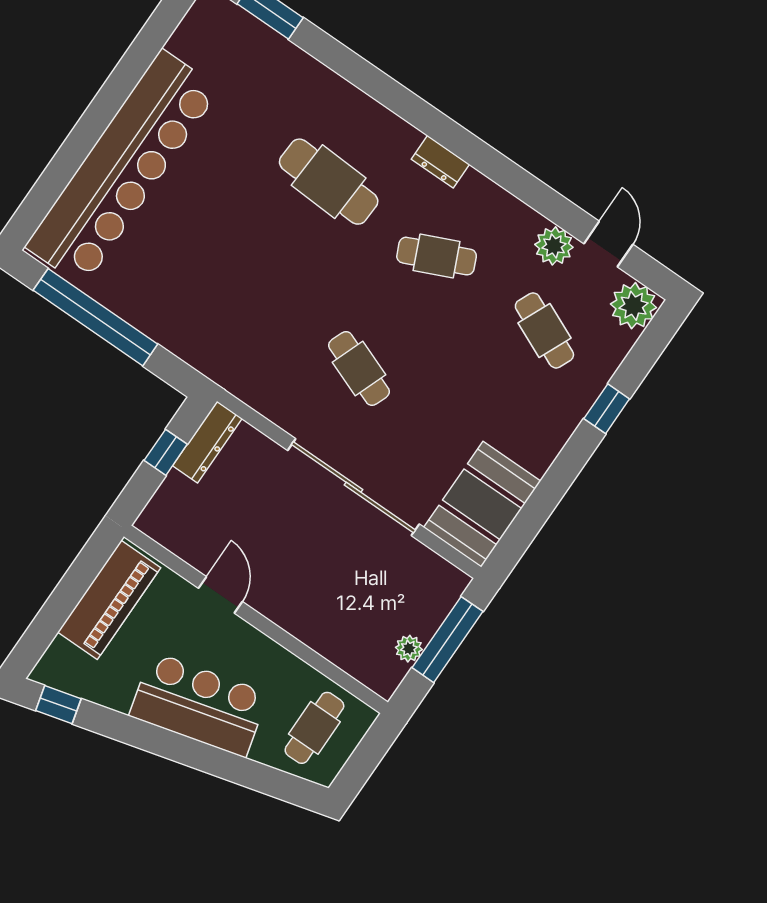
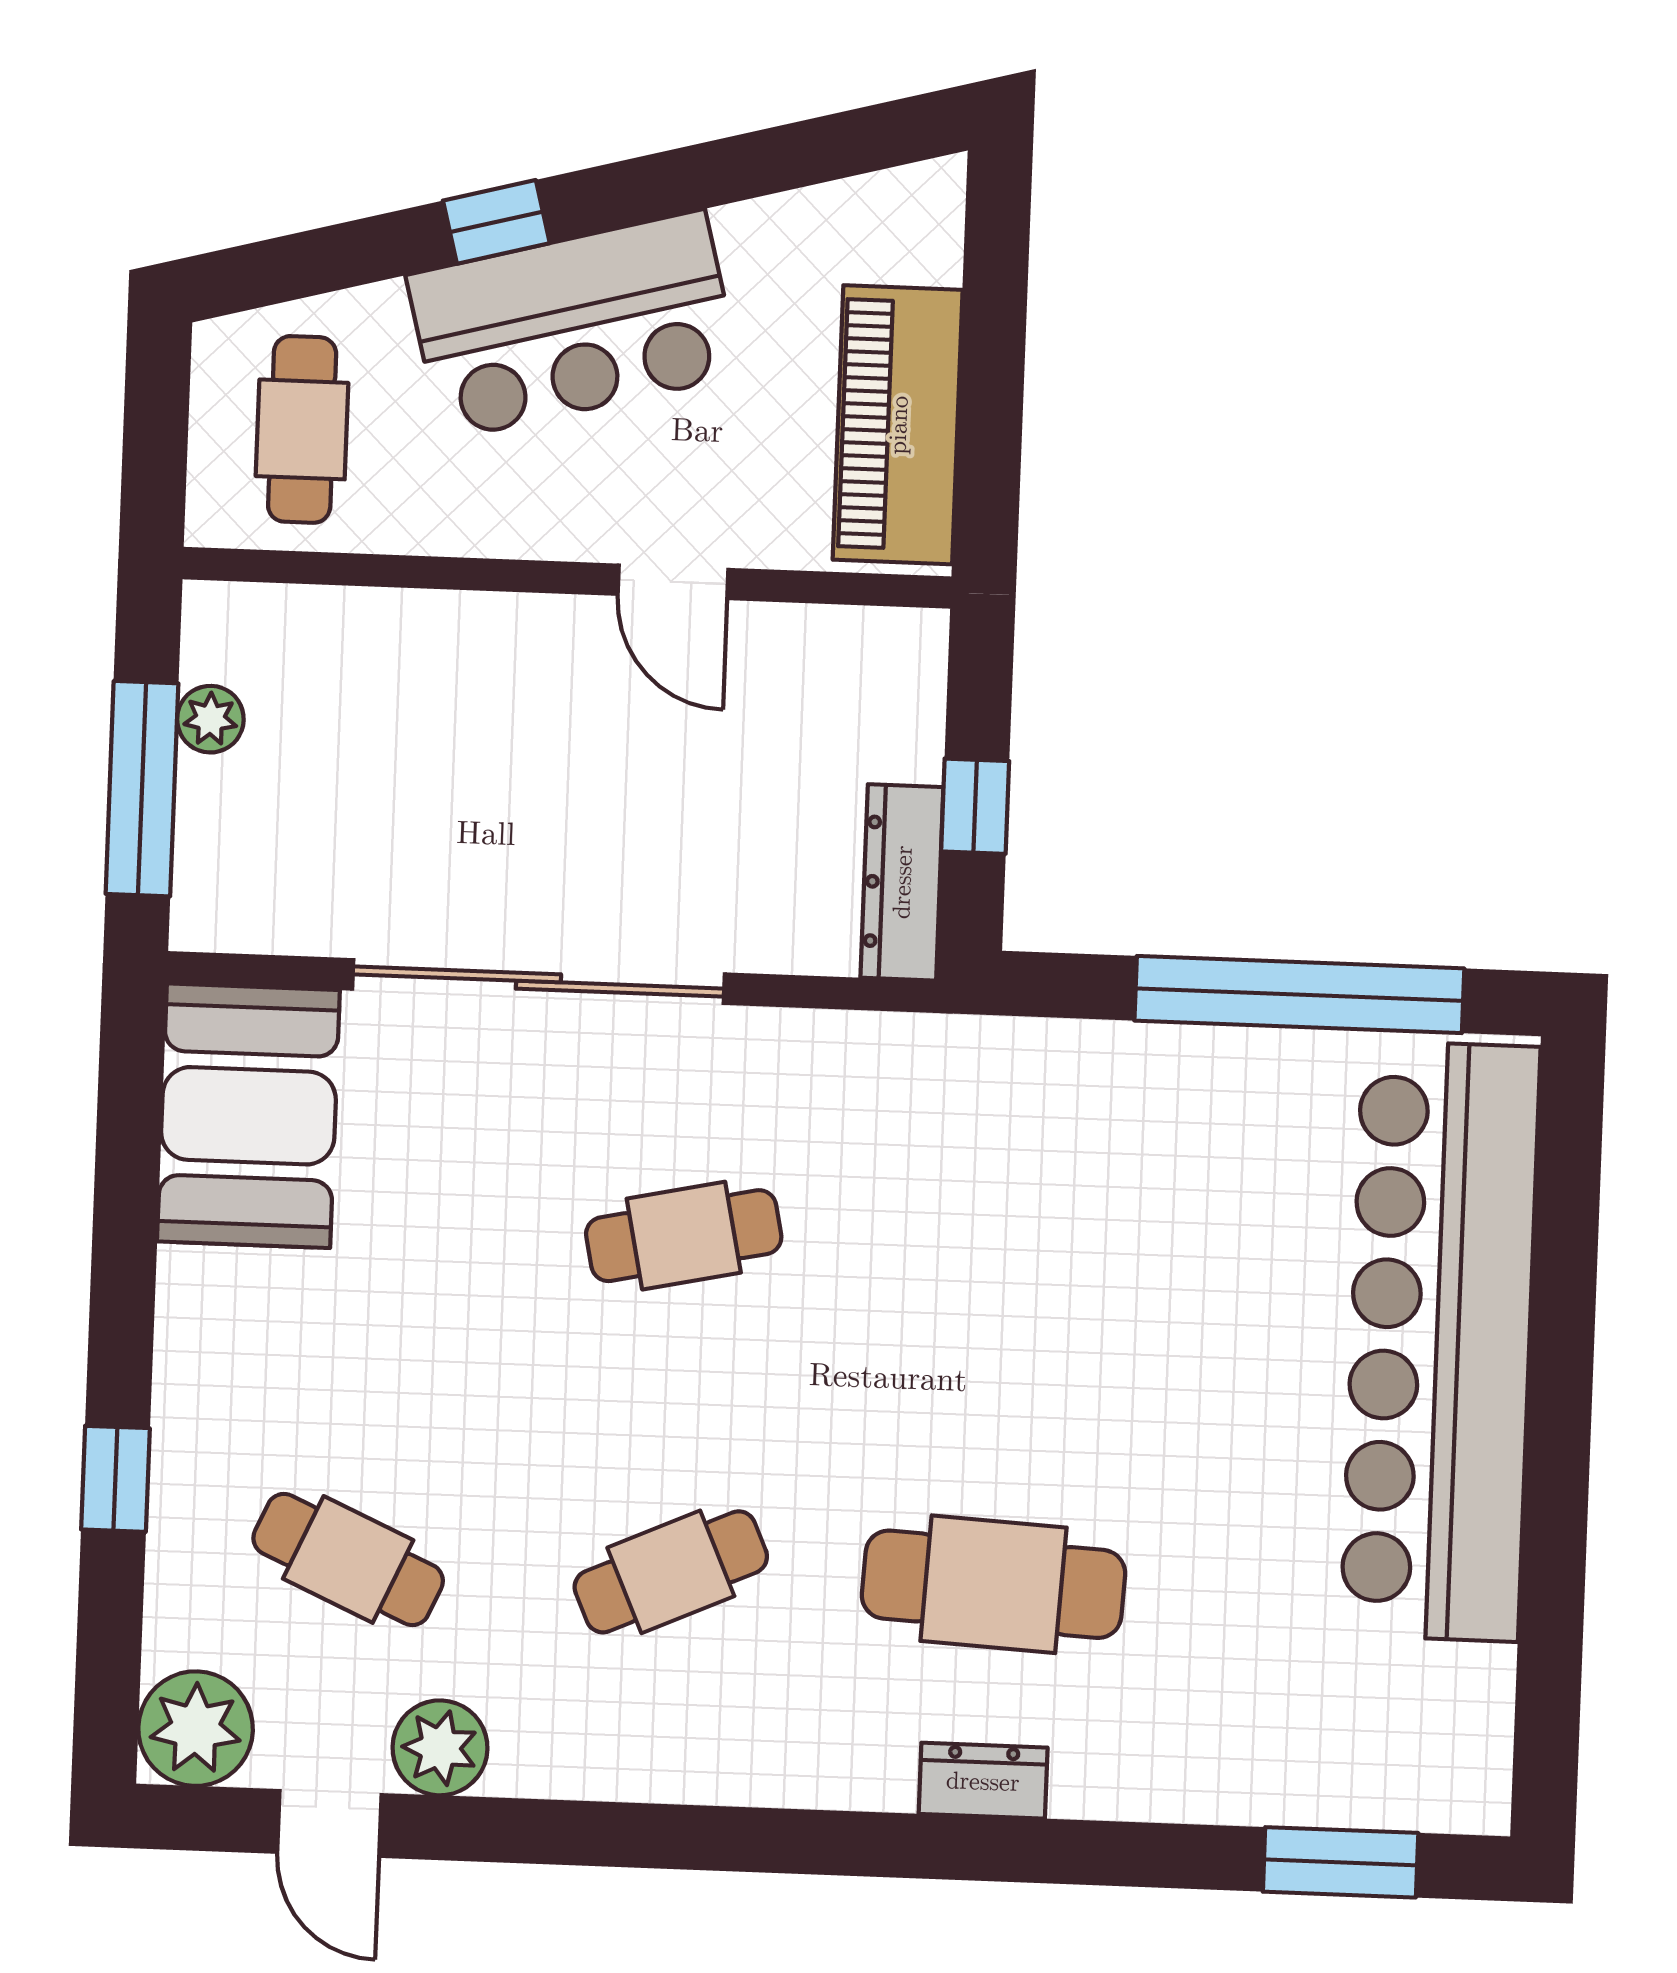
dresser: (440, 162) -> (983, 1781), moved
cafe table: (359, 368) -> (684, 1236), turned -33
window: (58, 705) -> (496, 222), moved

